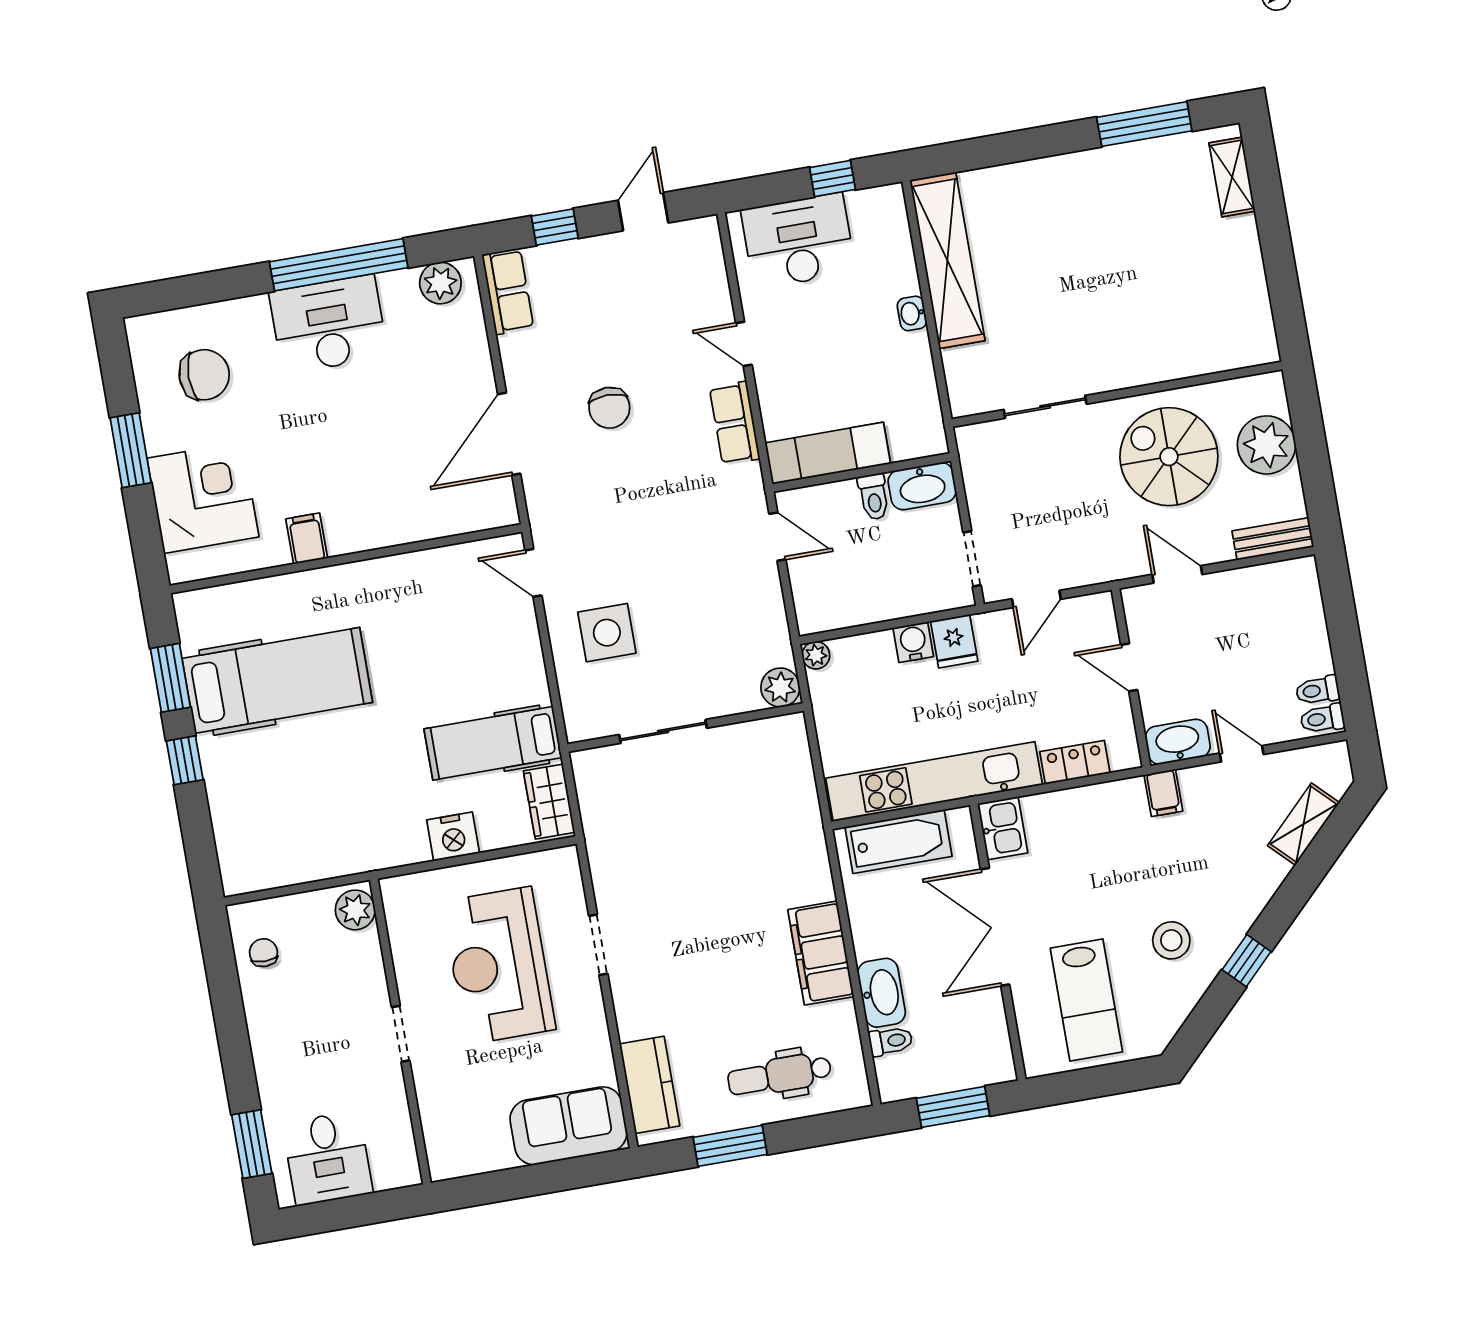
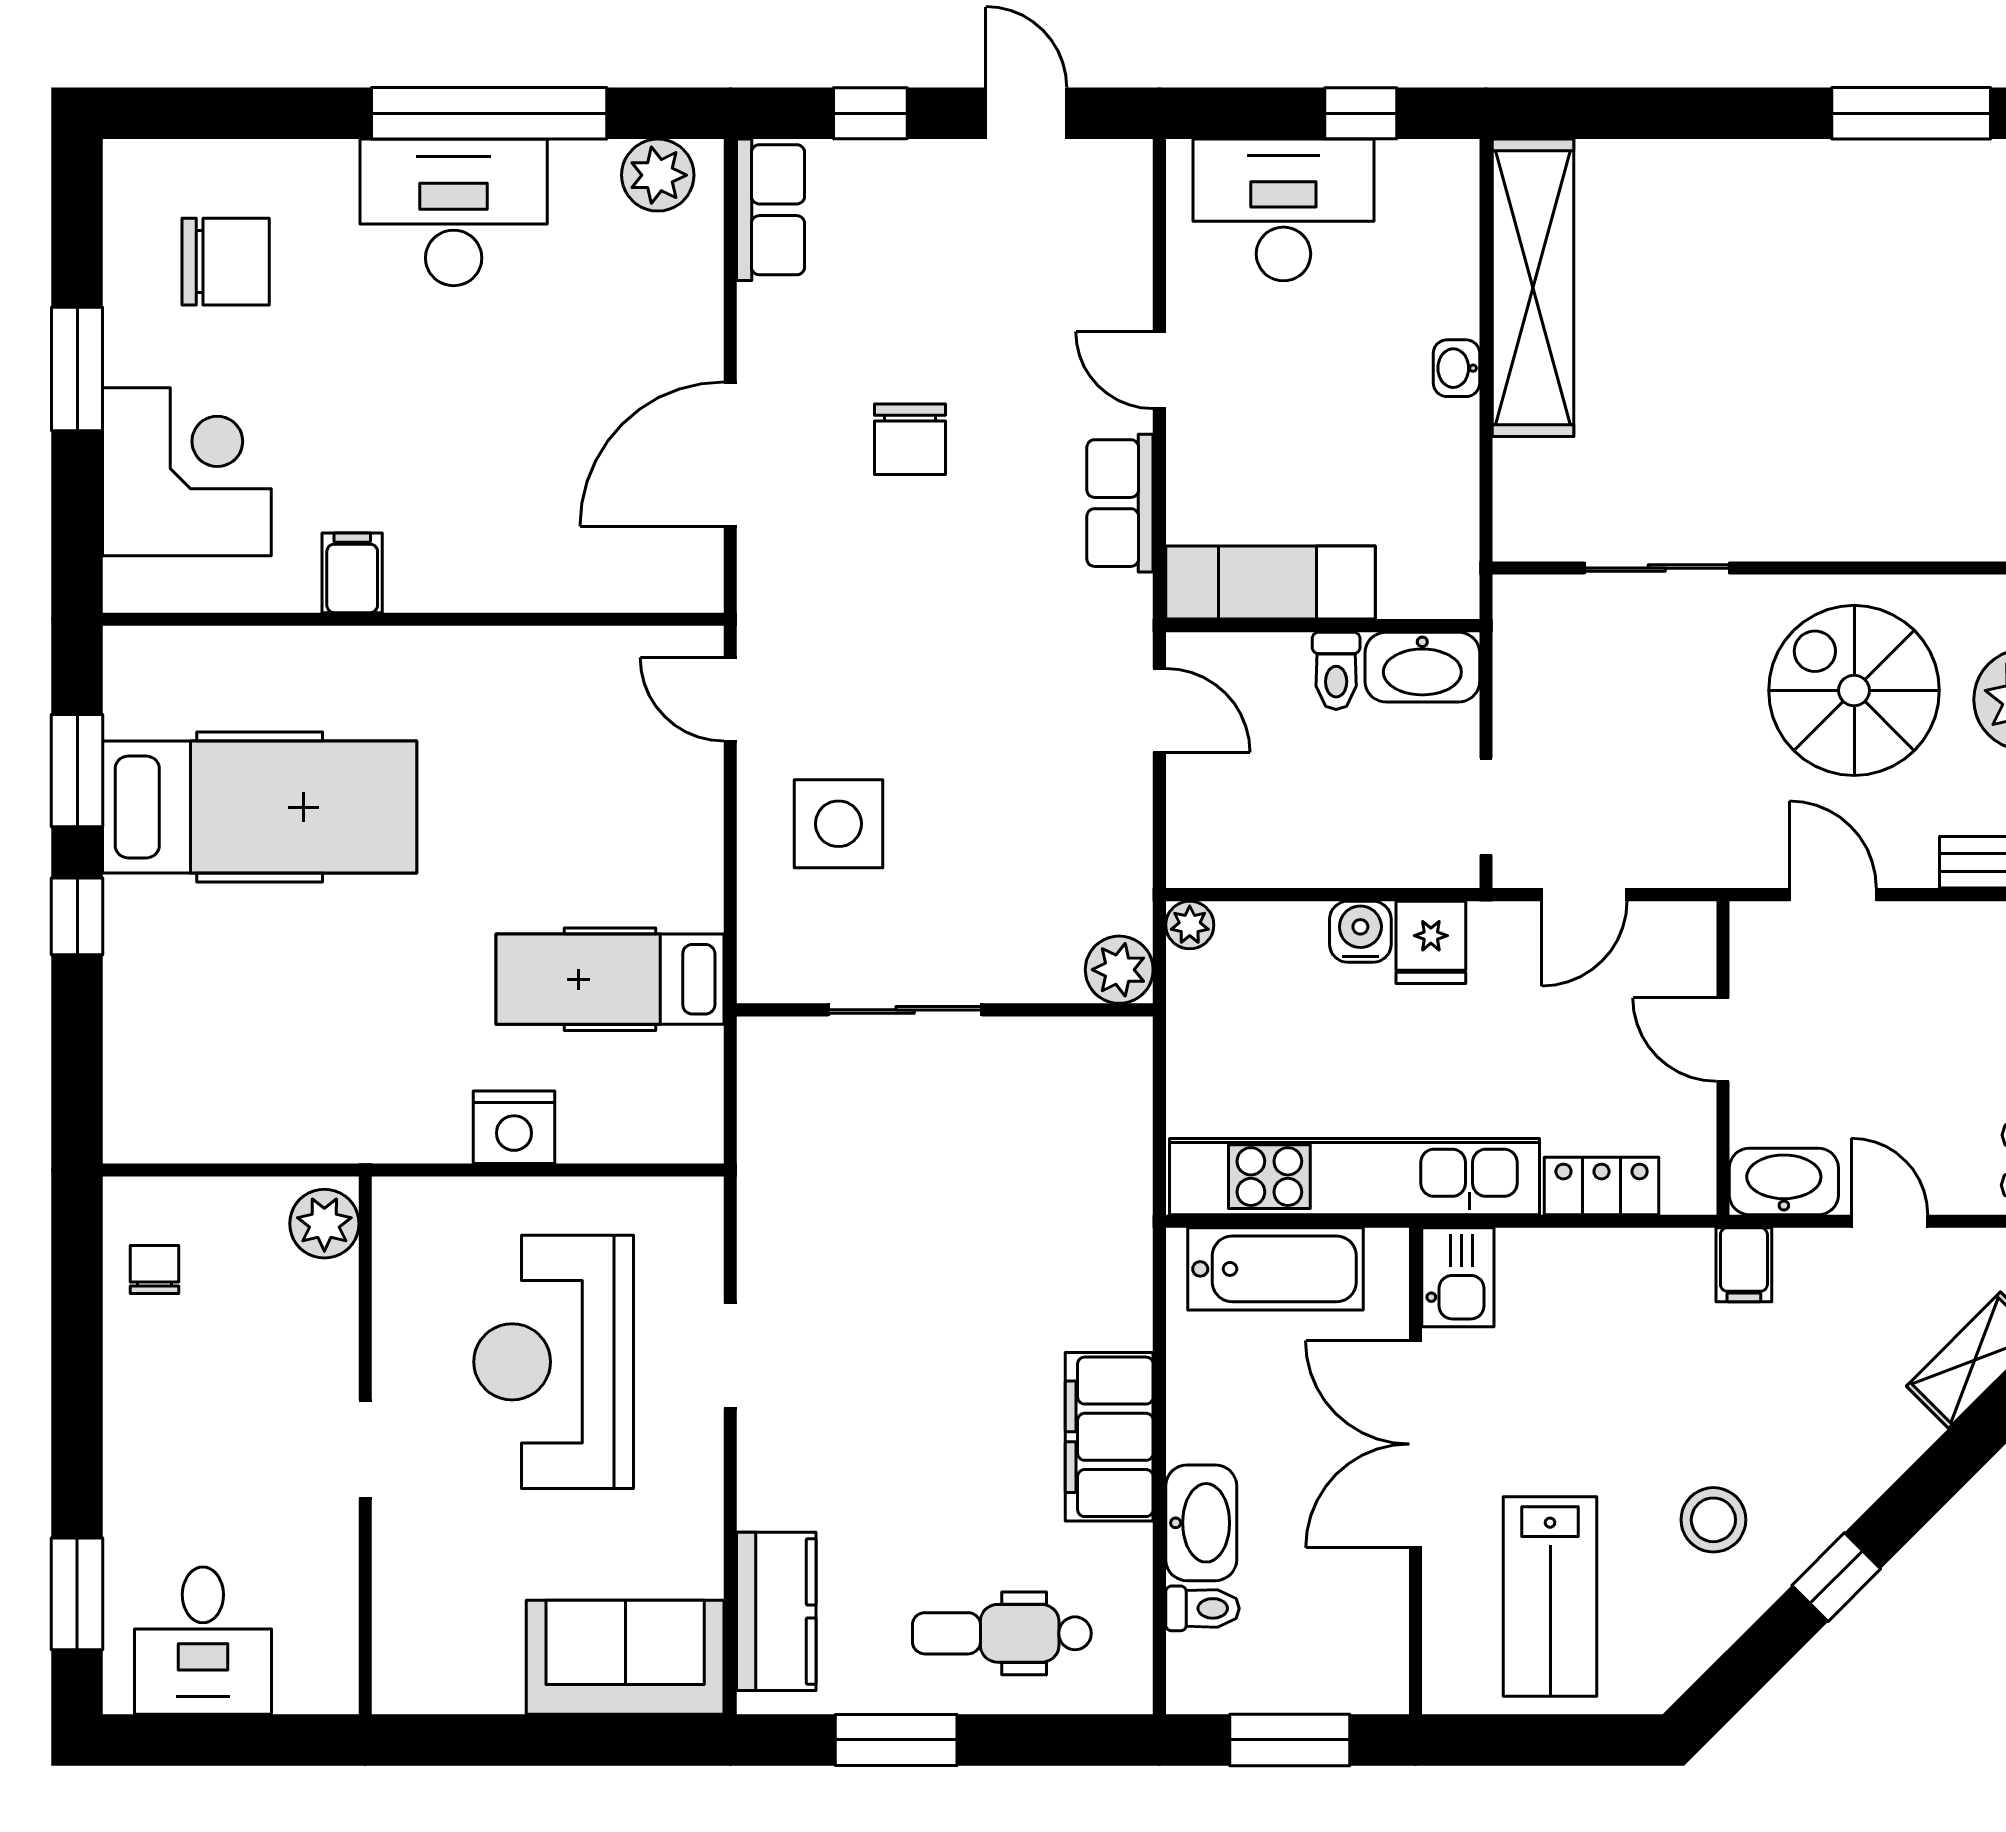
door: (643, 212) -> (1026, 113), hinge flipped
wardrobe: (549, 802) -> (689, 1096), removed

